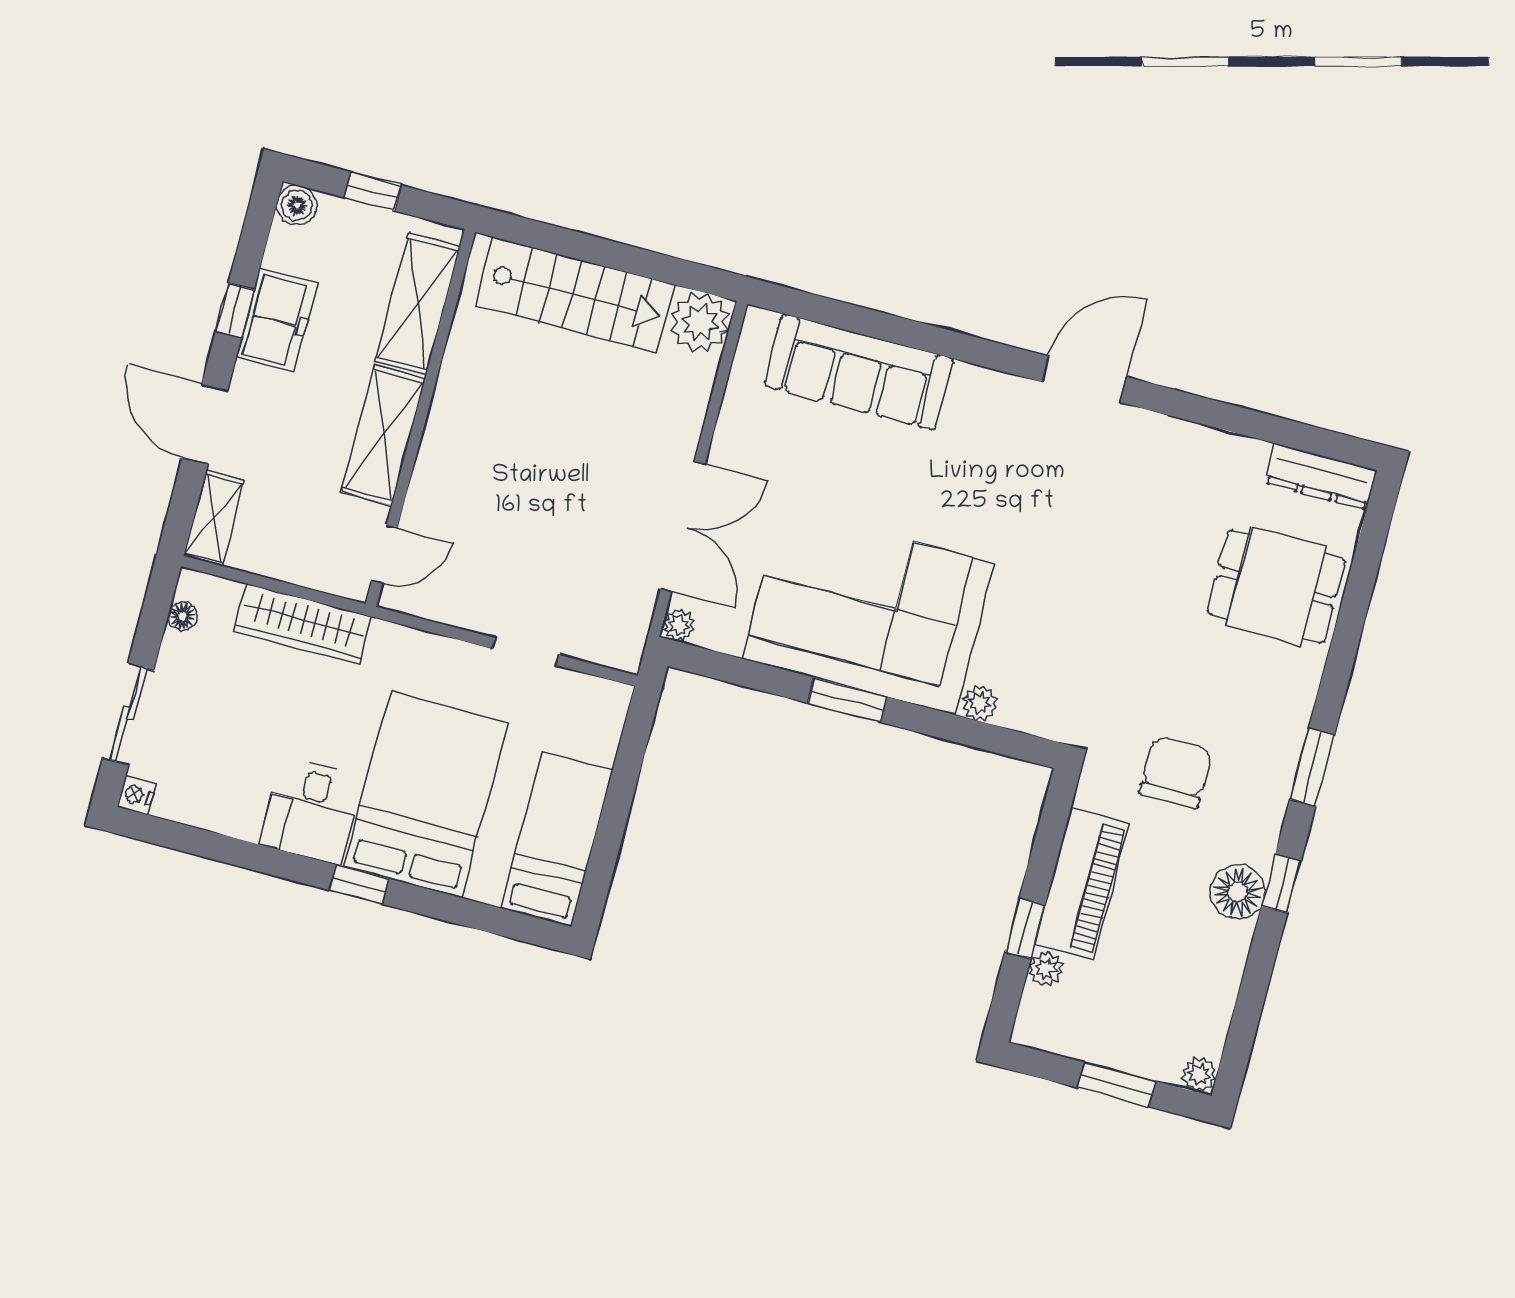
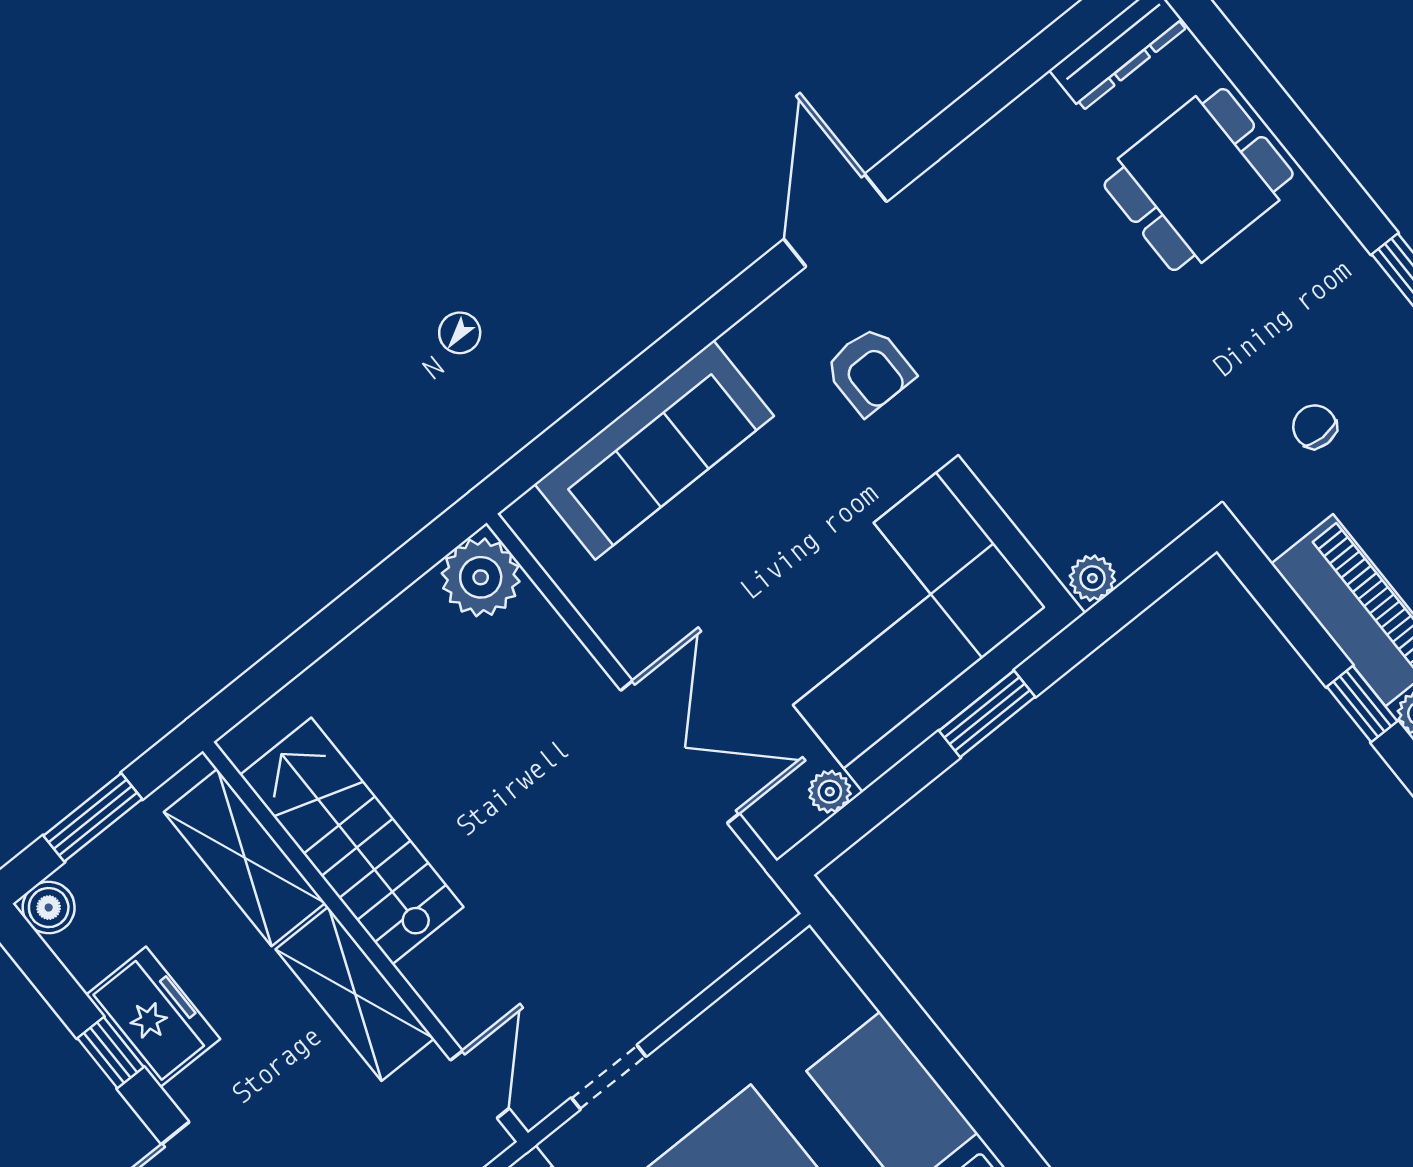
window: (373, 191) -> (93, 817), width x1.50
stairs: (575, 295) -> (352, 841), moved, turned -90
armchair: (1007, 470) -> (870, 371), added
plant: (679, 625) -> (830, 792), moved
doorway: (526, 652) -> (609, 1077), moved
chair: (1176, 772) -> (1315, 427), width x0.54, depth x0.54

